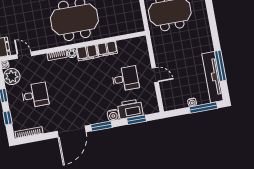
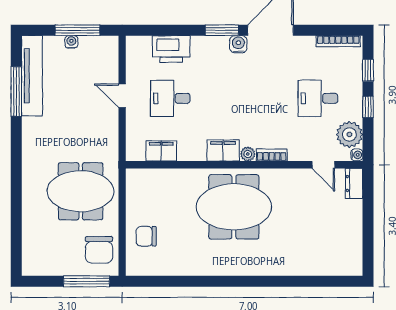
filing cabinet: (107, 49) -> (161, 151), moved
window: (203, 108) -> (77, 30), moved
water cooler: (113, 115) -> (238, 44), moved
window: (137, 120) -> (164, 30), removed

